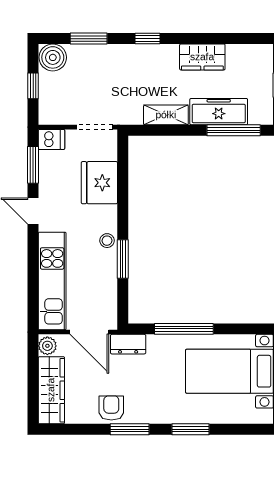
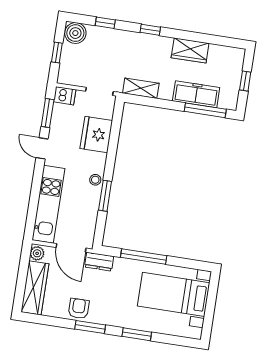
window: (89, 39) -> (105, 23), width x0.67
shelving: (166, 115) -> (141, 88), moved

